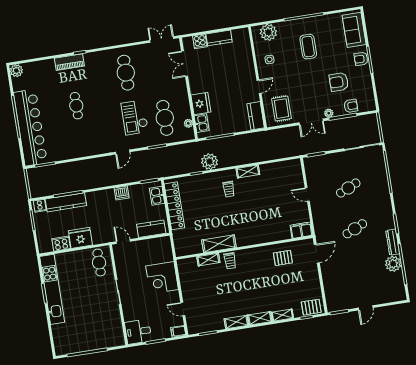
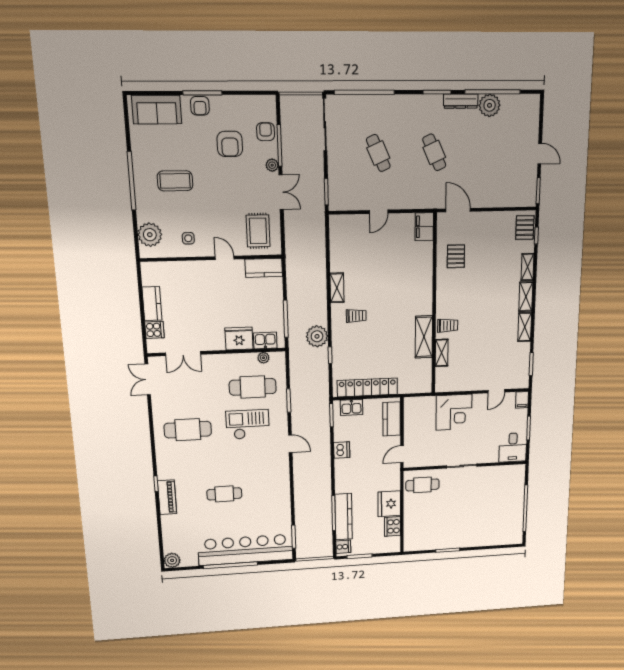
rug: (282, 109) -> (258, 231), turned 90
checkout: (135, 117) -> (248, 424), turned 180
kitchen unit: (52, 289) -> (445, 541), removed

